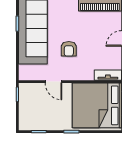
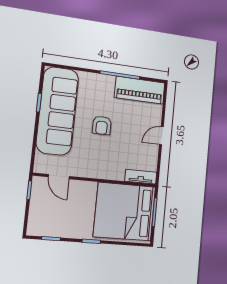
armchair: (69, 49) -> (102, 125), moved
door: (53, 82) -> (59, 177), moved

